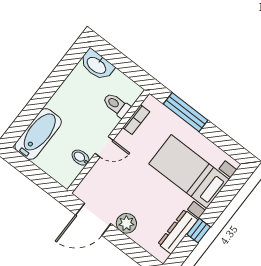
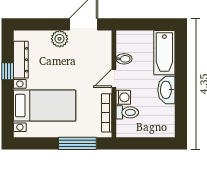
washbasin: (97, 65) -> (166, 90), moved, turned -90
bookcase: (136, 120) -> (107, 113), width x1.56
washing machine: (109, 122) -> (123, 97), added

